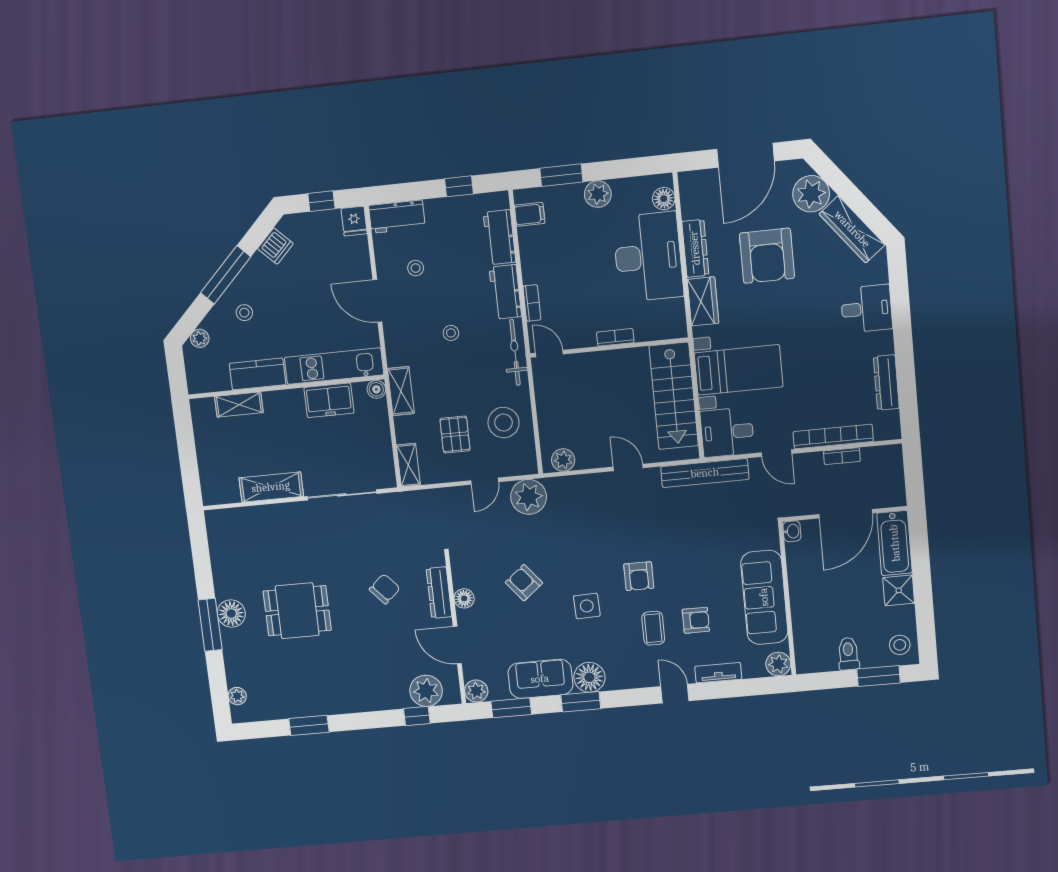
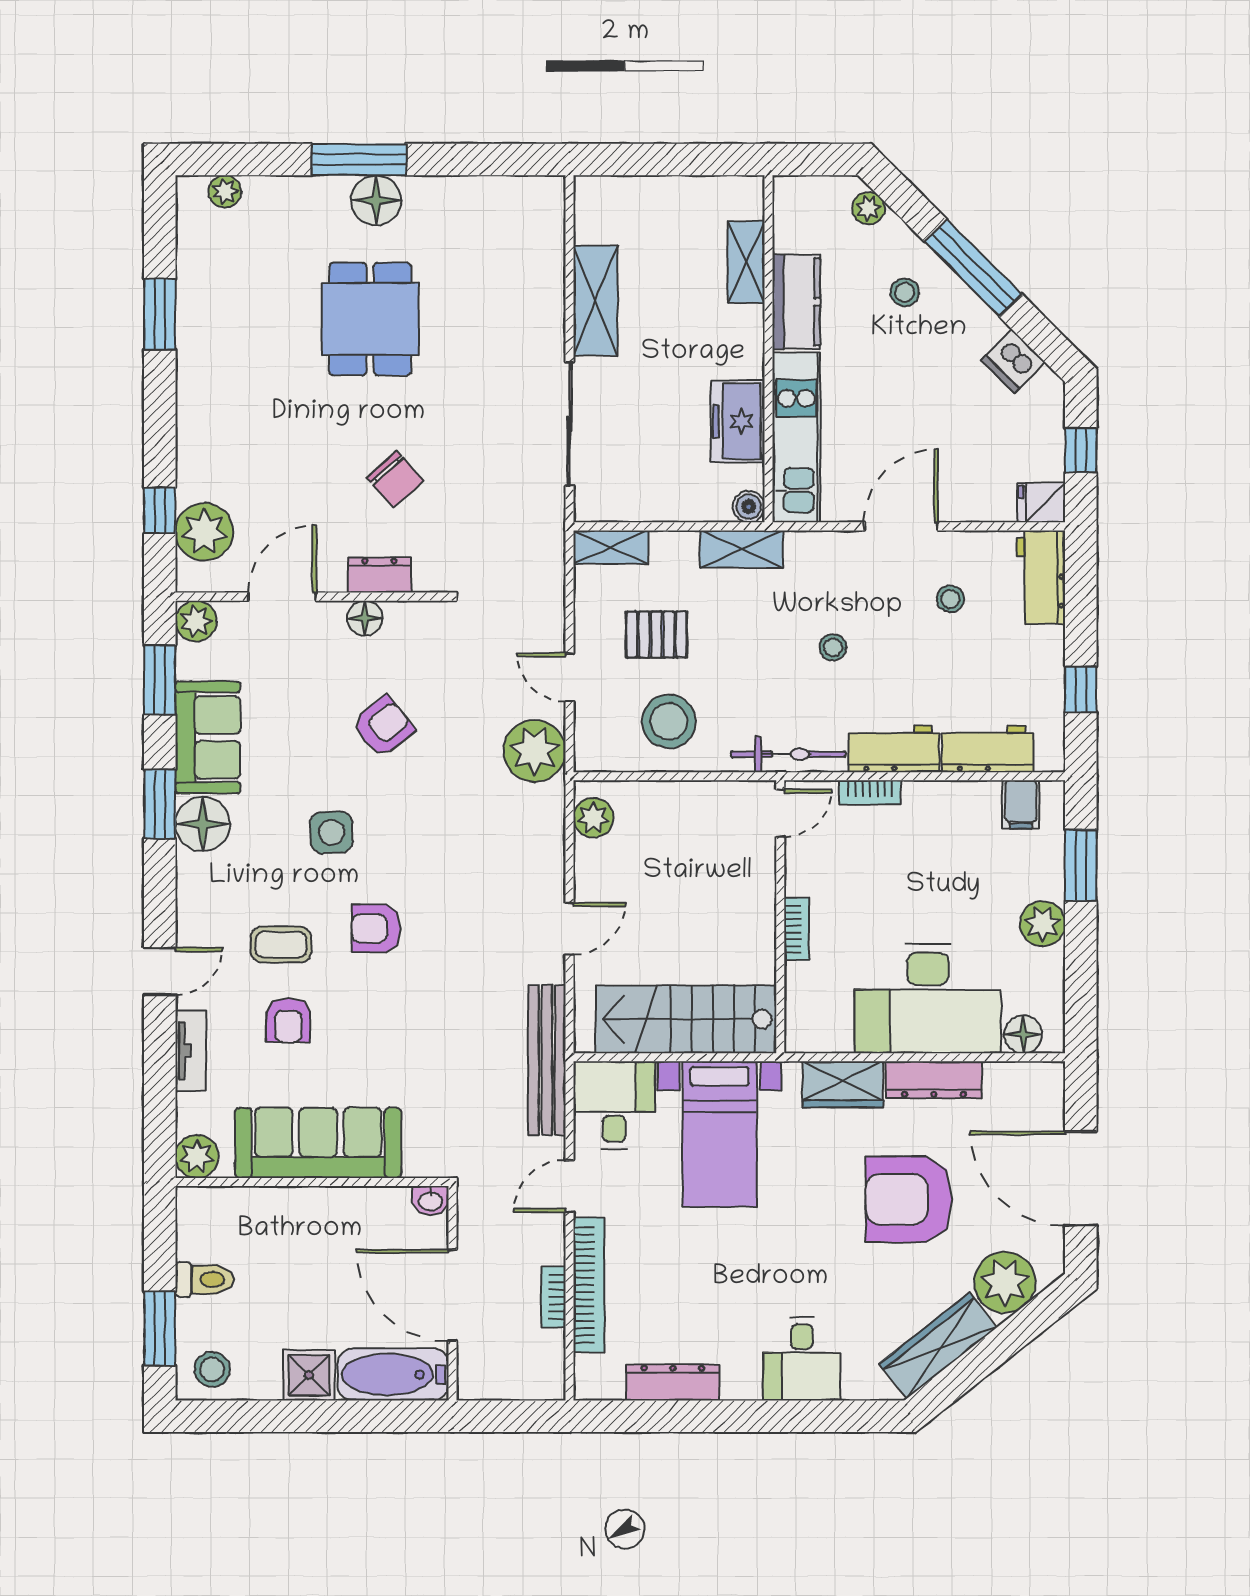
dresser: (439, 593) -> (379, 575), width x0.70

